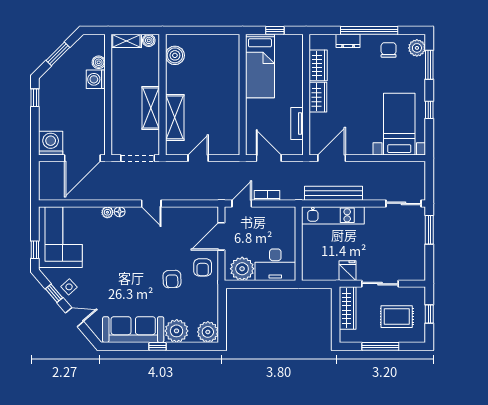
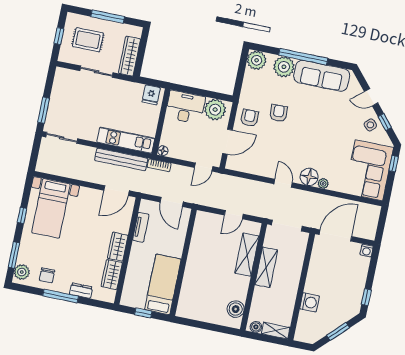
window: (369, 30) -> (61, 296), width x0.68
boiler: (99, 62) -> (304, 317), removed
washing machine: (51, 143) -> (367, 251), width x0.53, depth x0.53
bookcase: (267, 195) -> (159, 165), moved
floor lamp: (120, 212) -> (309, 177), width x1.89, depth x1.89
floor lamp: (290, 212) -> (163, 151), added
fridge: (348, 271) -> (151, 95), moved
window: (158, 346) -> (303, 57), width x3.17

